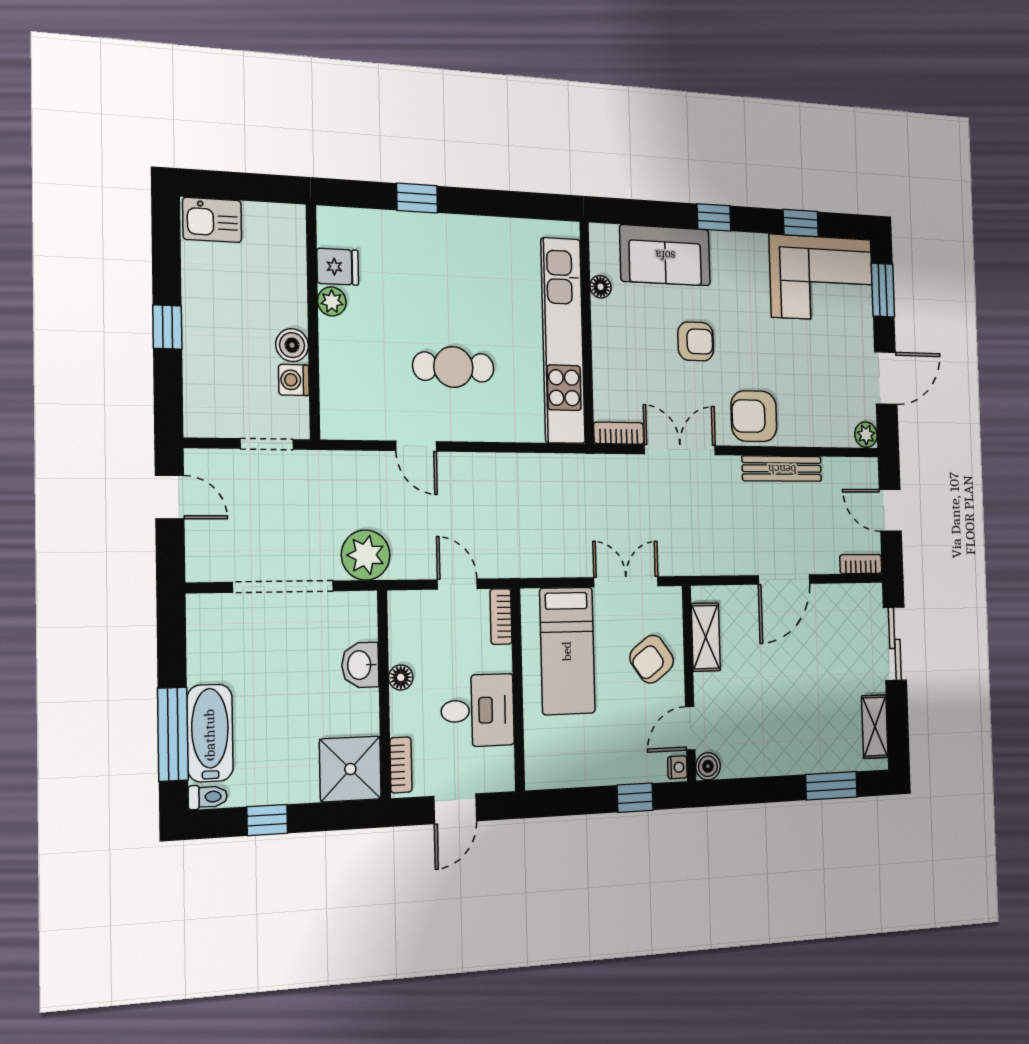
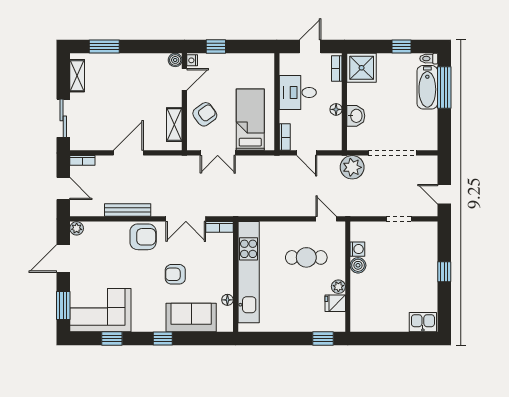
fridge: (338, 267) -> (335, 303), moved
plant: (332, 301) -> (338, 287), moved
wall: (313, 322) -> (348, 277), moved
boiler: (292, 345) -> (358, 265), moved
washing machine: (294, 380) -> (357, 249), moved

